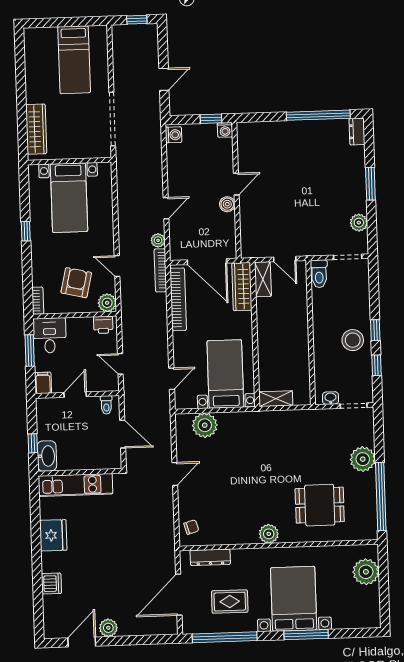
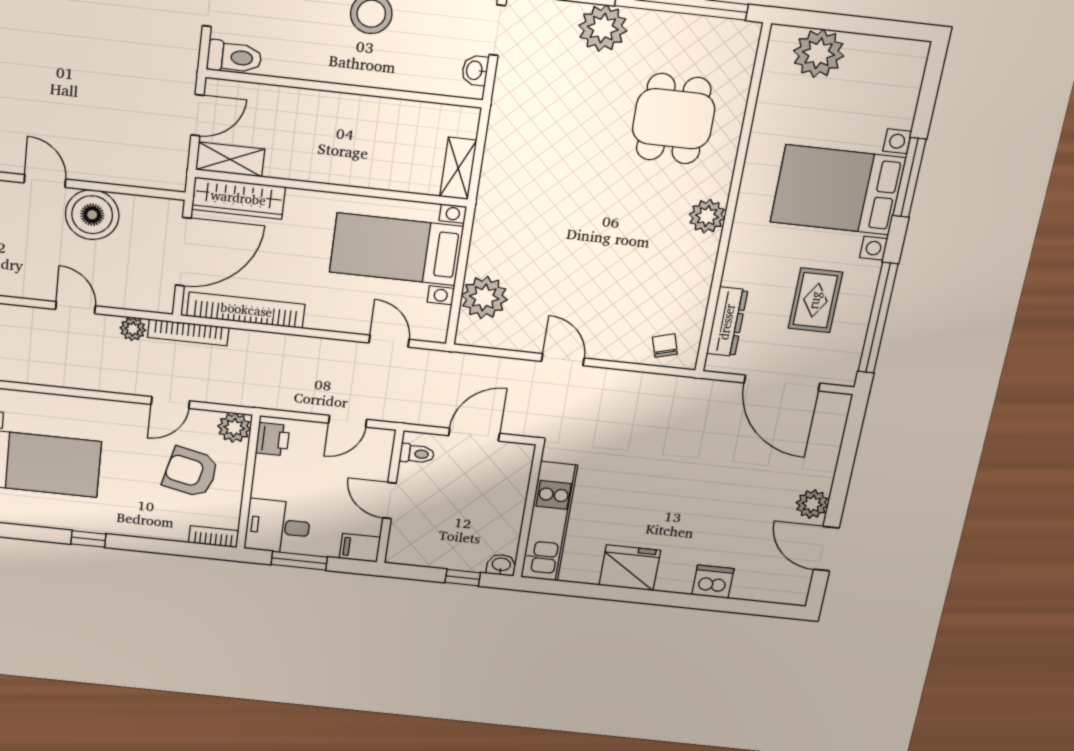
boiler: (227, 204) -> (92, 215), width x1.86, depth x1.86
washbasin: (47, 456) -> (501, 565), width x0.52, depth x0.69

